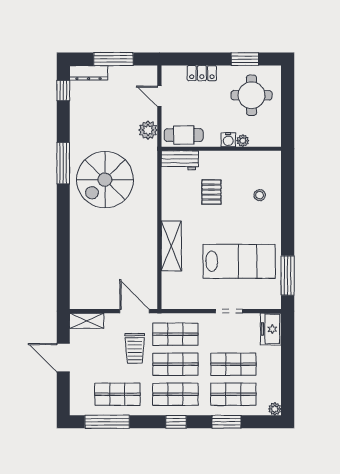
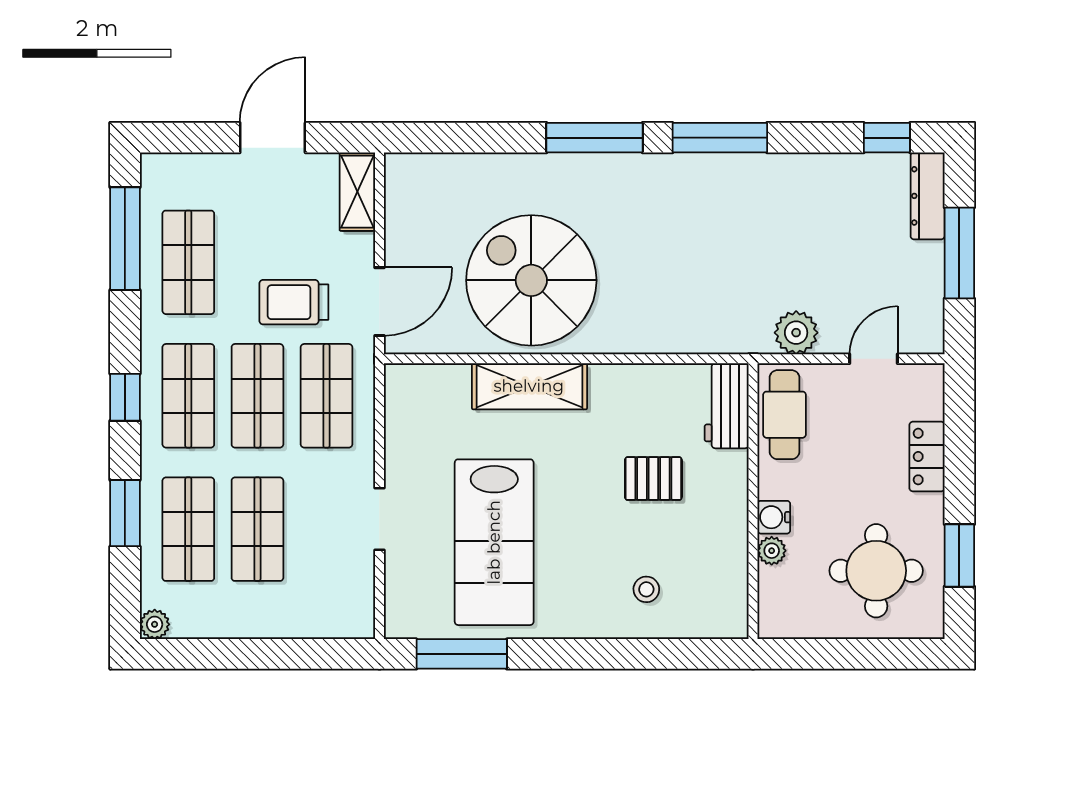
spiral stairs: (105, 180) -> (531, 280), moved
window: (63, 218) -> (595, 138), added
freezer: (271, 329) -> (338, 615), removed

